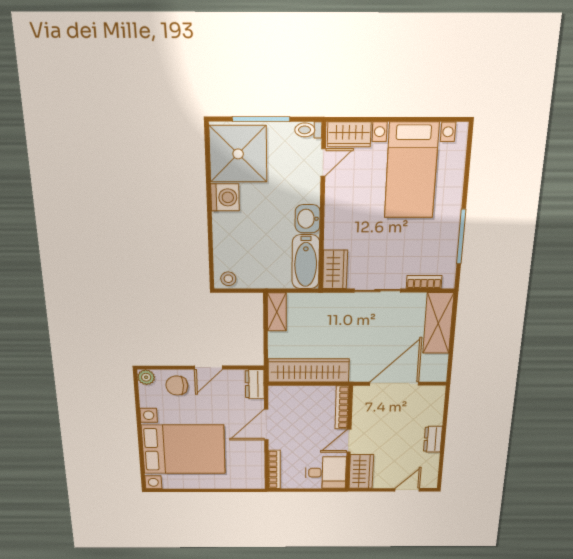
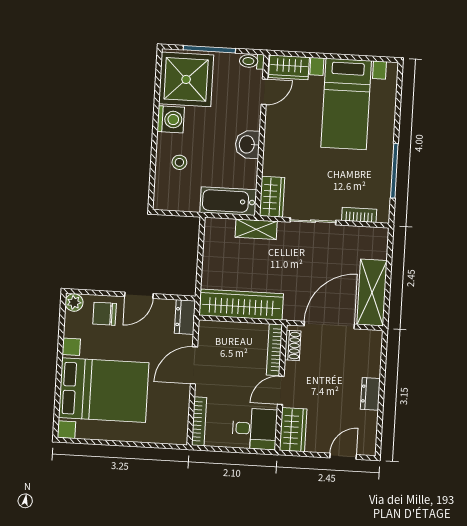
bathtub: (306, 262) -> (228, 201), moved, turned 90
stool: (228, 279) -> (179, 162), moved
shelving: (277, 312) -> (256, 229), moved, turned 90
shelving: (438, 323) -> (372, 292), moved
shoe rack: (359, 403) -> (293, 345), added

